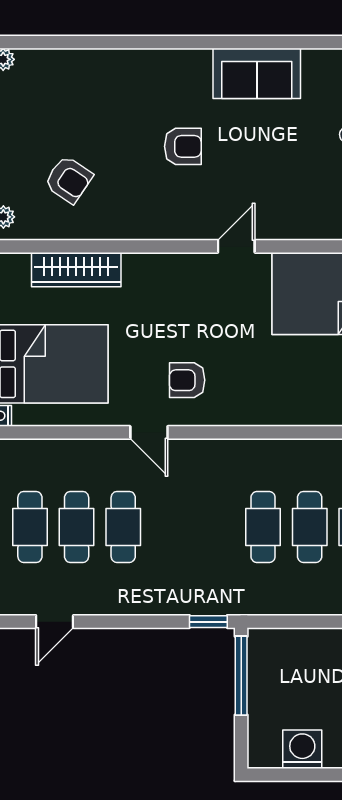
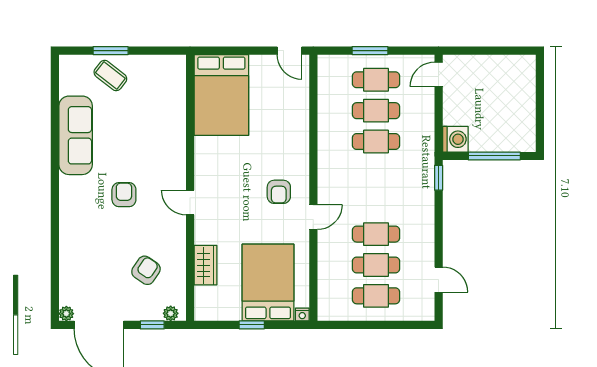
sofa: (257, 73) -> (76, 135), width x1.36
door: (236, 246) -> (190, 202), moved
wardrobe: (76, 270) -> (205, 265), width x0.67
window: (241, 676) -> (494, 156), moved
washing machine: (302, 749) -> (455, 139), moved, turned 180

